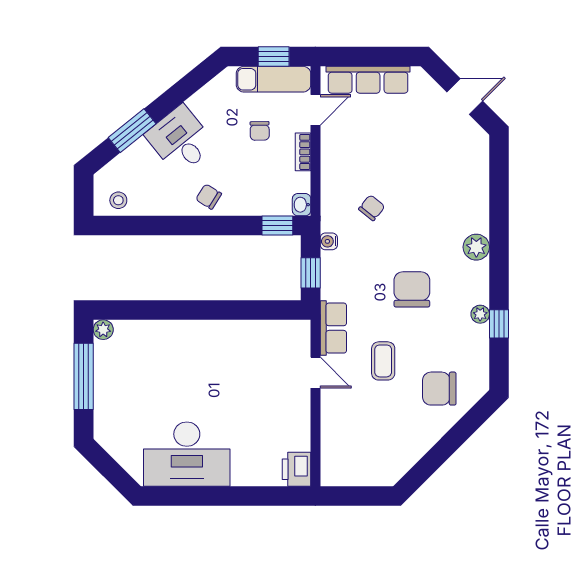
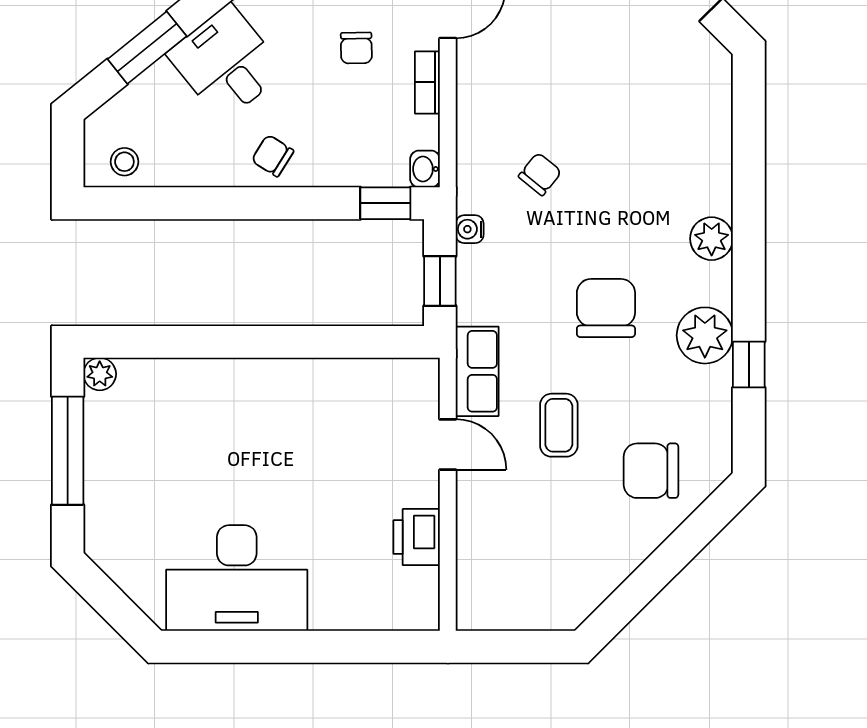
plant: (480, 314) -> (705, 335), width x1.87, depth x1.87
printer: (296, 469) -> (417, 537), moved

